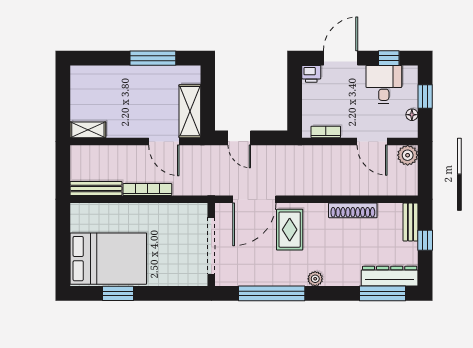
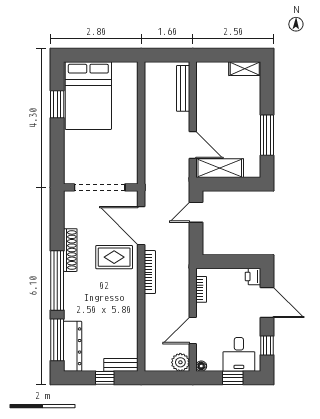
desk: (384, 84) -> (239, 354), moved, turned 90
floor lamp: (412, 115) -> (201, 366), moved
shelving: (88, 130) -> (245, 69), moved, turned 90
door: (164, 141) -> (193, 145), swing flipped
bench: (96, 188) -> (183, 88), moved
bookcase: (147, 190) -> (150, 272), moved
shoe rack: (353, 210) -> (70, 250), moved, turned 180
plant: (315, 279) -> (70, 280), removed
window: (272, 293) -> (57, 281), moved

